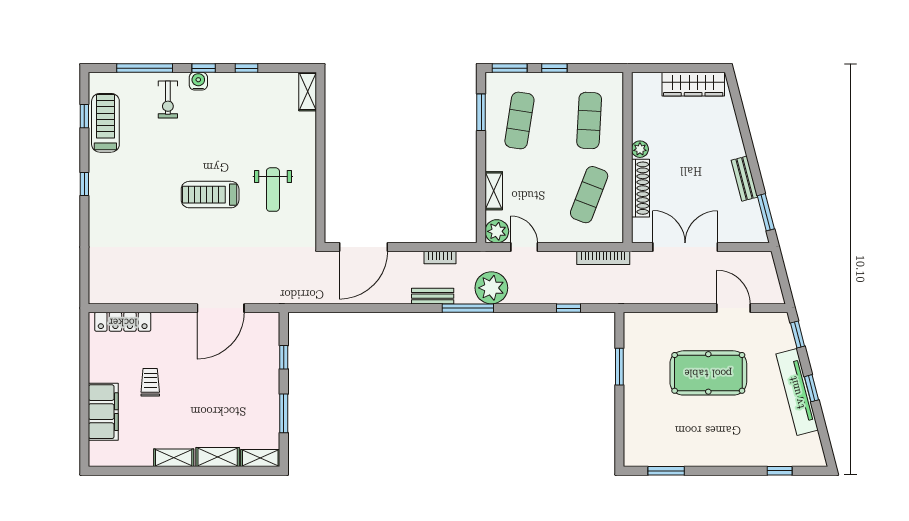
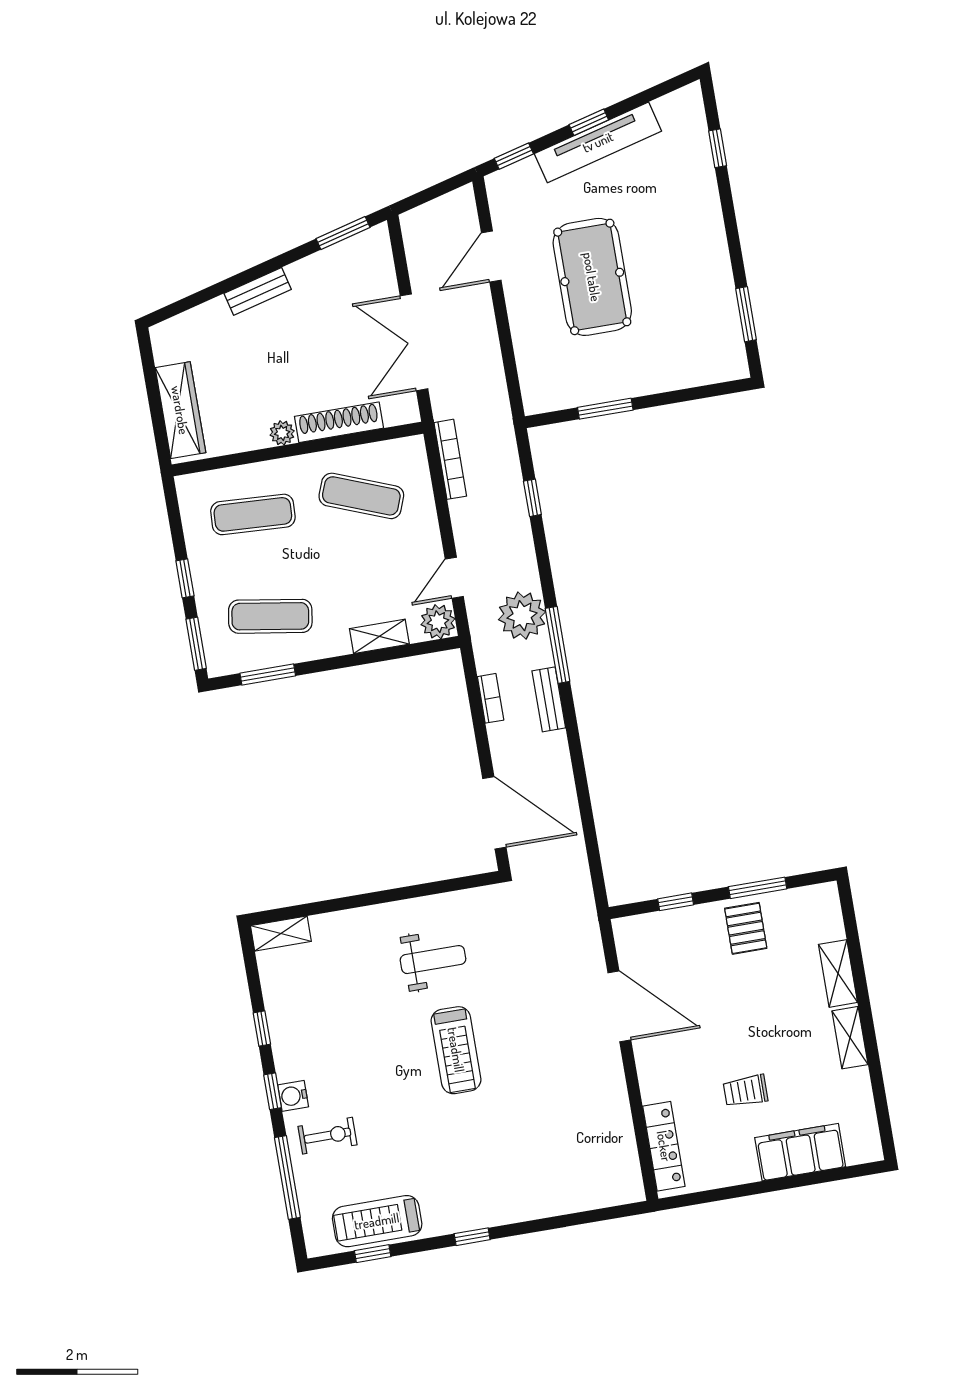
wardrobe: (693, 84) -> (180, 410), moved
bench: (744, 179) -> (258, 291), moved
pallet: (258, 401) -> (746, 928), added
shelving: (260, 458) -> (829, 911), removed

